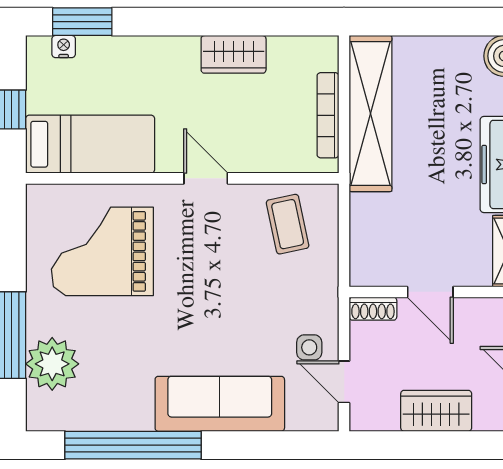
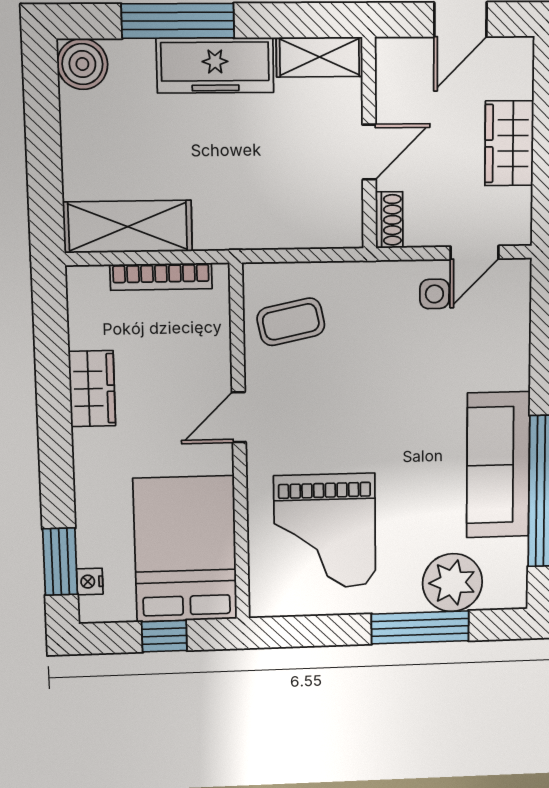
shelving: (371, 114) -> (128, 227), width x0.68
bed: (90, 144) -> (185, 549), width x1.50
sofa: (220, 404) -> (498, 465), moved

